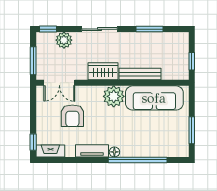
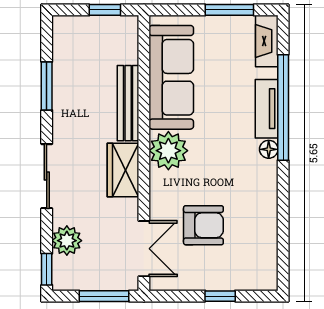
window: (33, 142) -> (220, 296), moved
fireplace: (50, 151) -> (267, 41), moved
tv unit: (92, 151) -> (267, 109), moved

